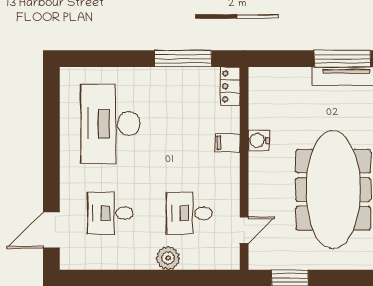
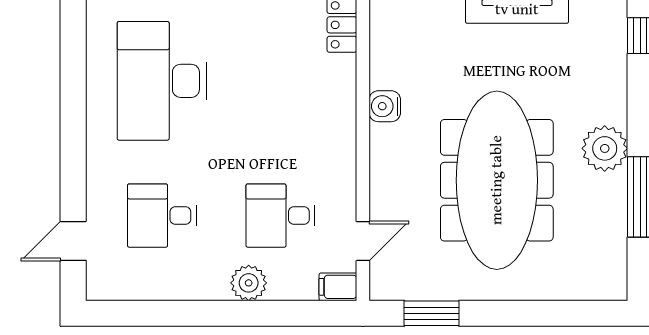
filing cabinet: (228, 143) -> (338, 287), moved
door: (51, 230) -> (73, 241), width x0.73

